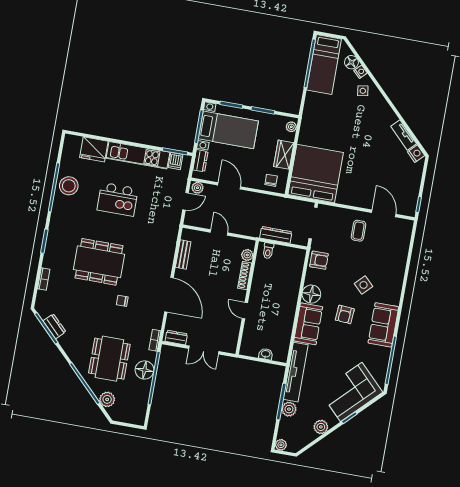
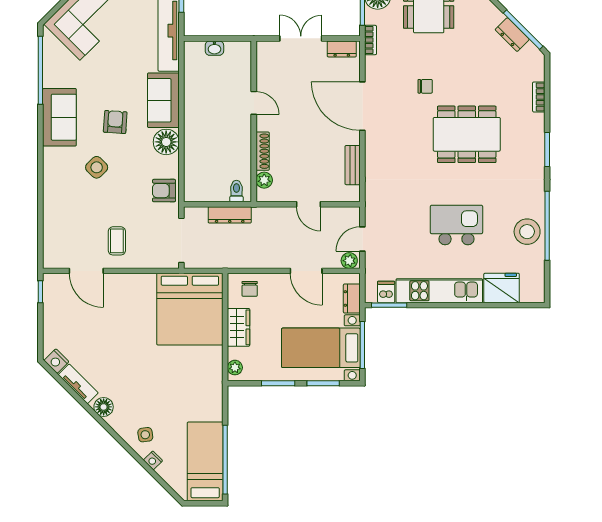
floor lamp: (351, 62) -> (104, 407), moved

